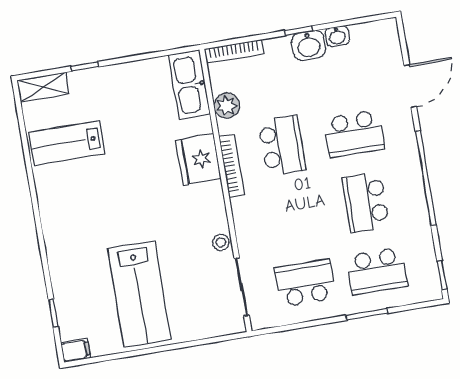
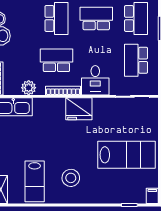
fridge: (198, 159) -> (79, 109), moved
school desk: (366, 202) -> (96, 18), turned 180
desk: (259, 218) -> (95, 80), added
stool: (221, 242) -> (71, 178), moved, width x1.89, depth x1.89

